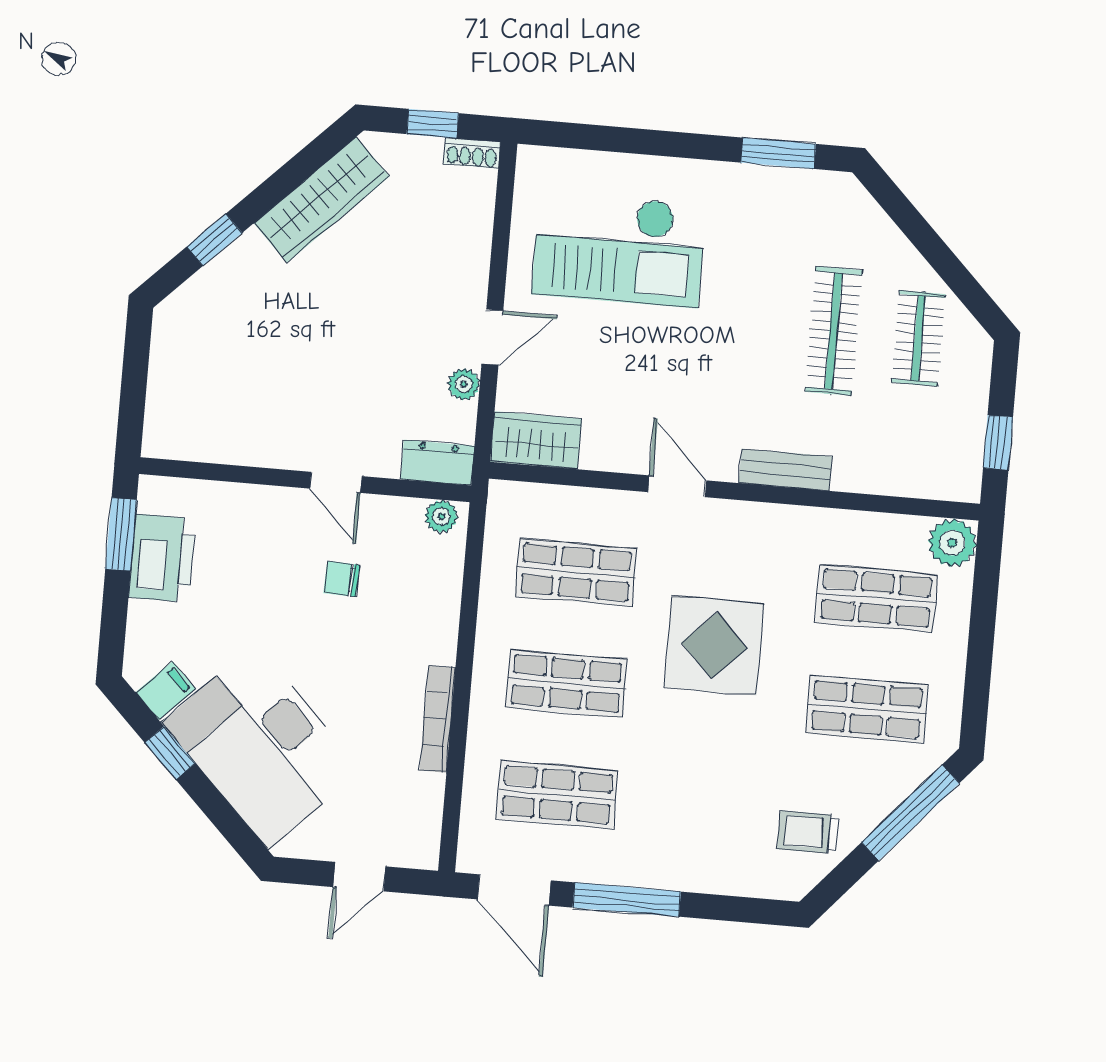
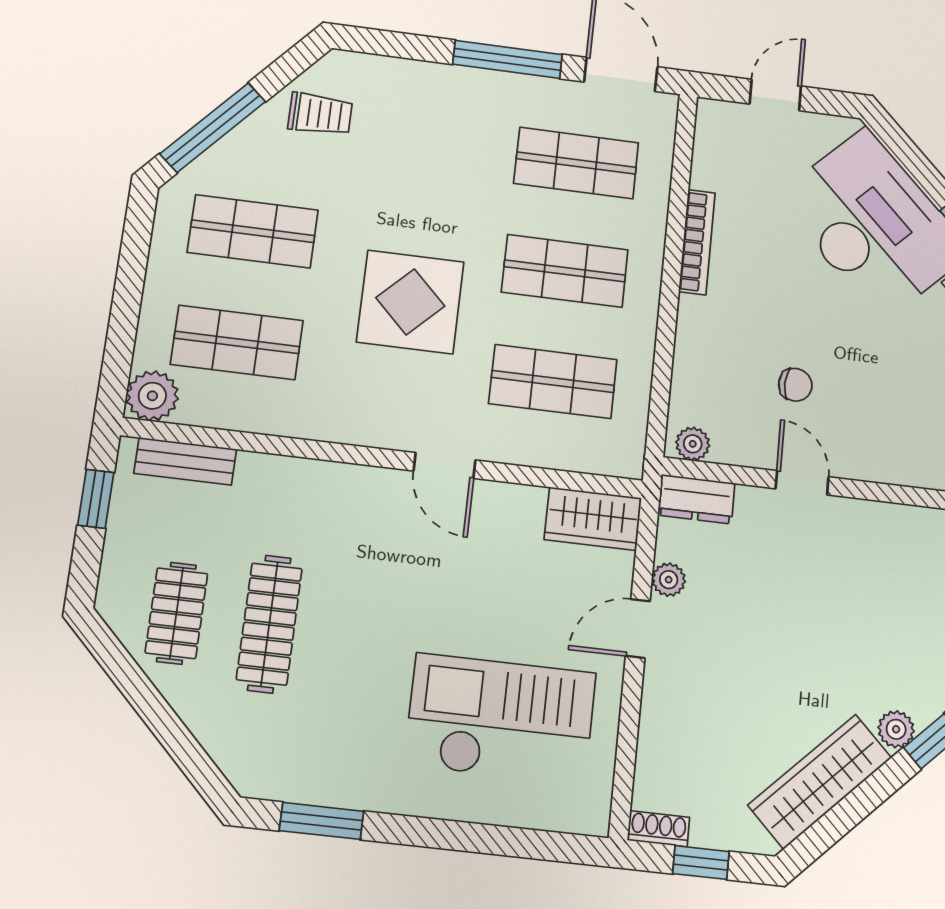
plant: (249, 250) -> (896, 729), added
bench: (785, 470) -> (185, 461), moved

